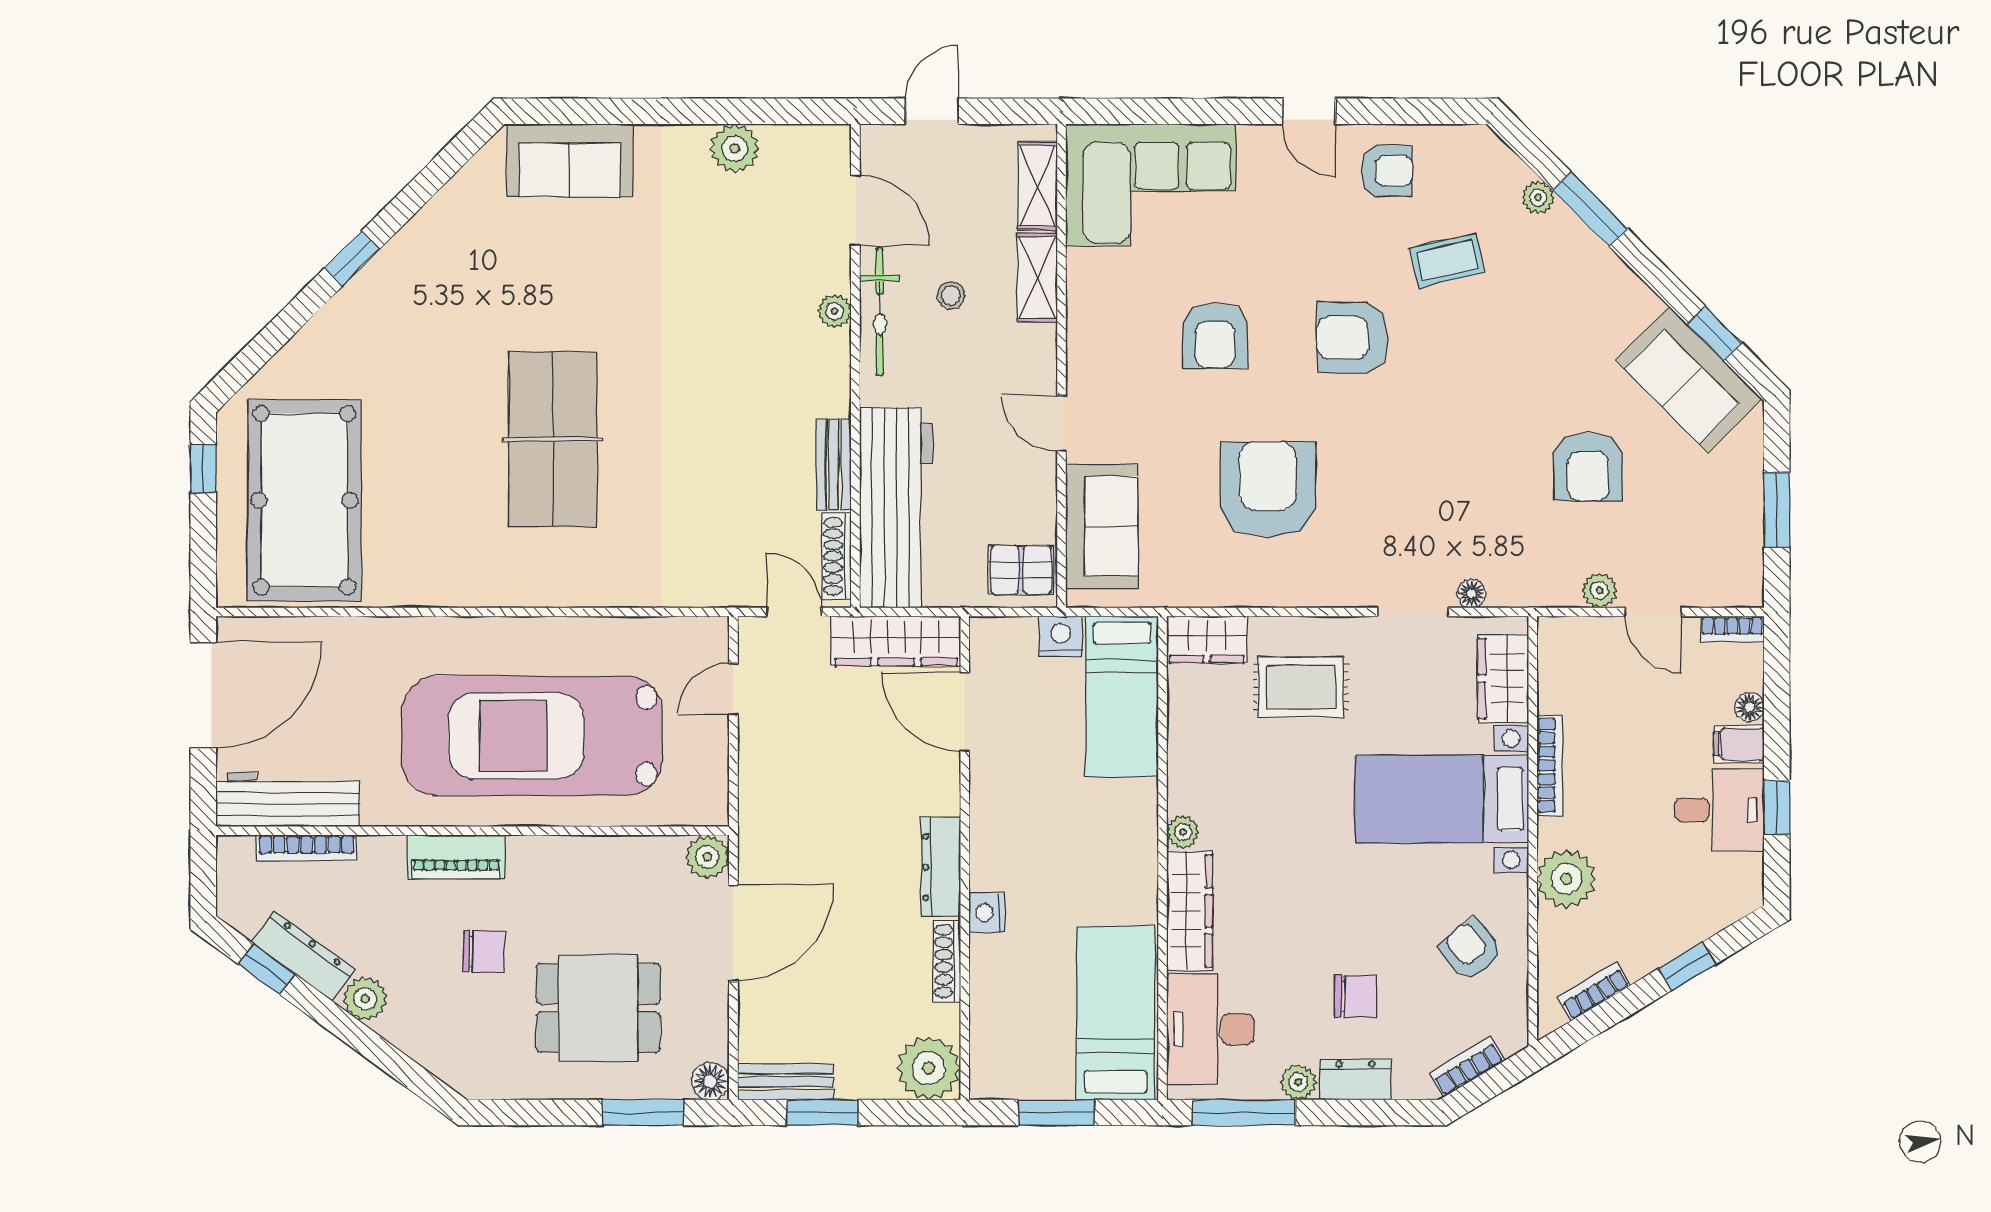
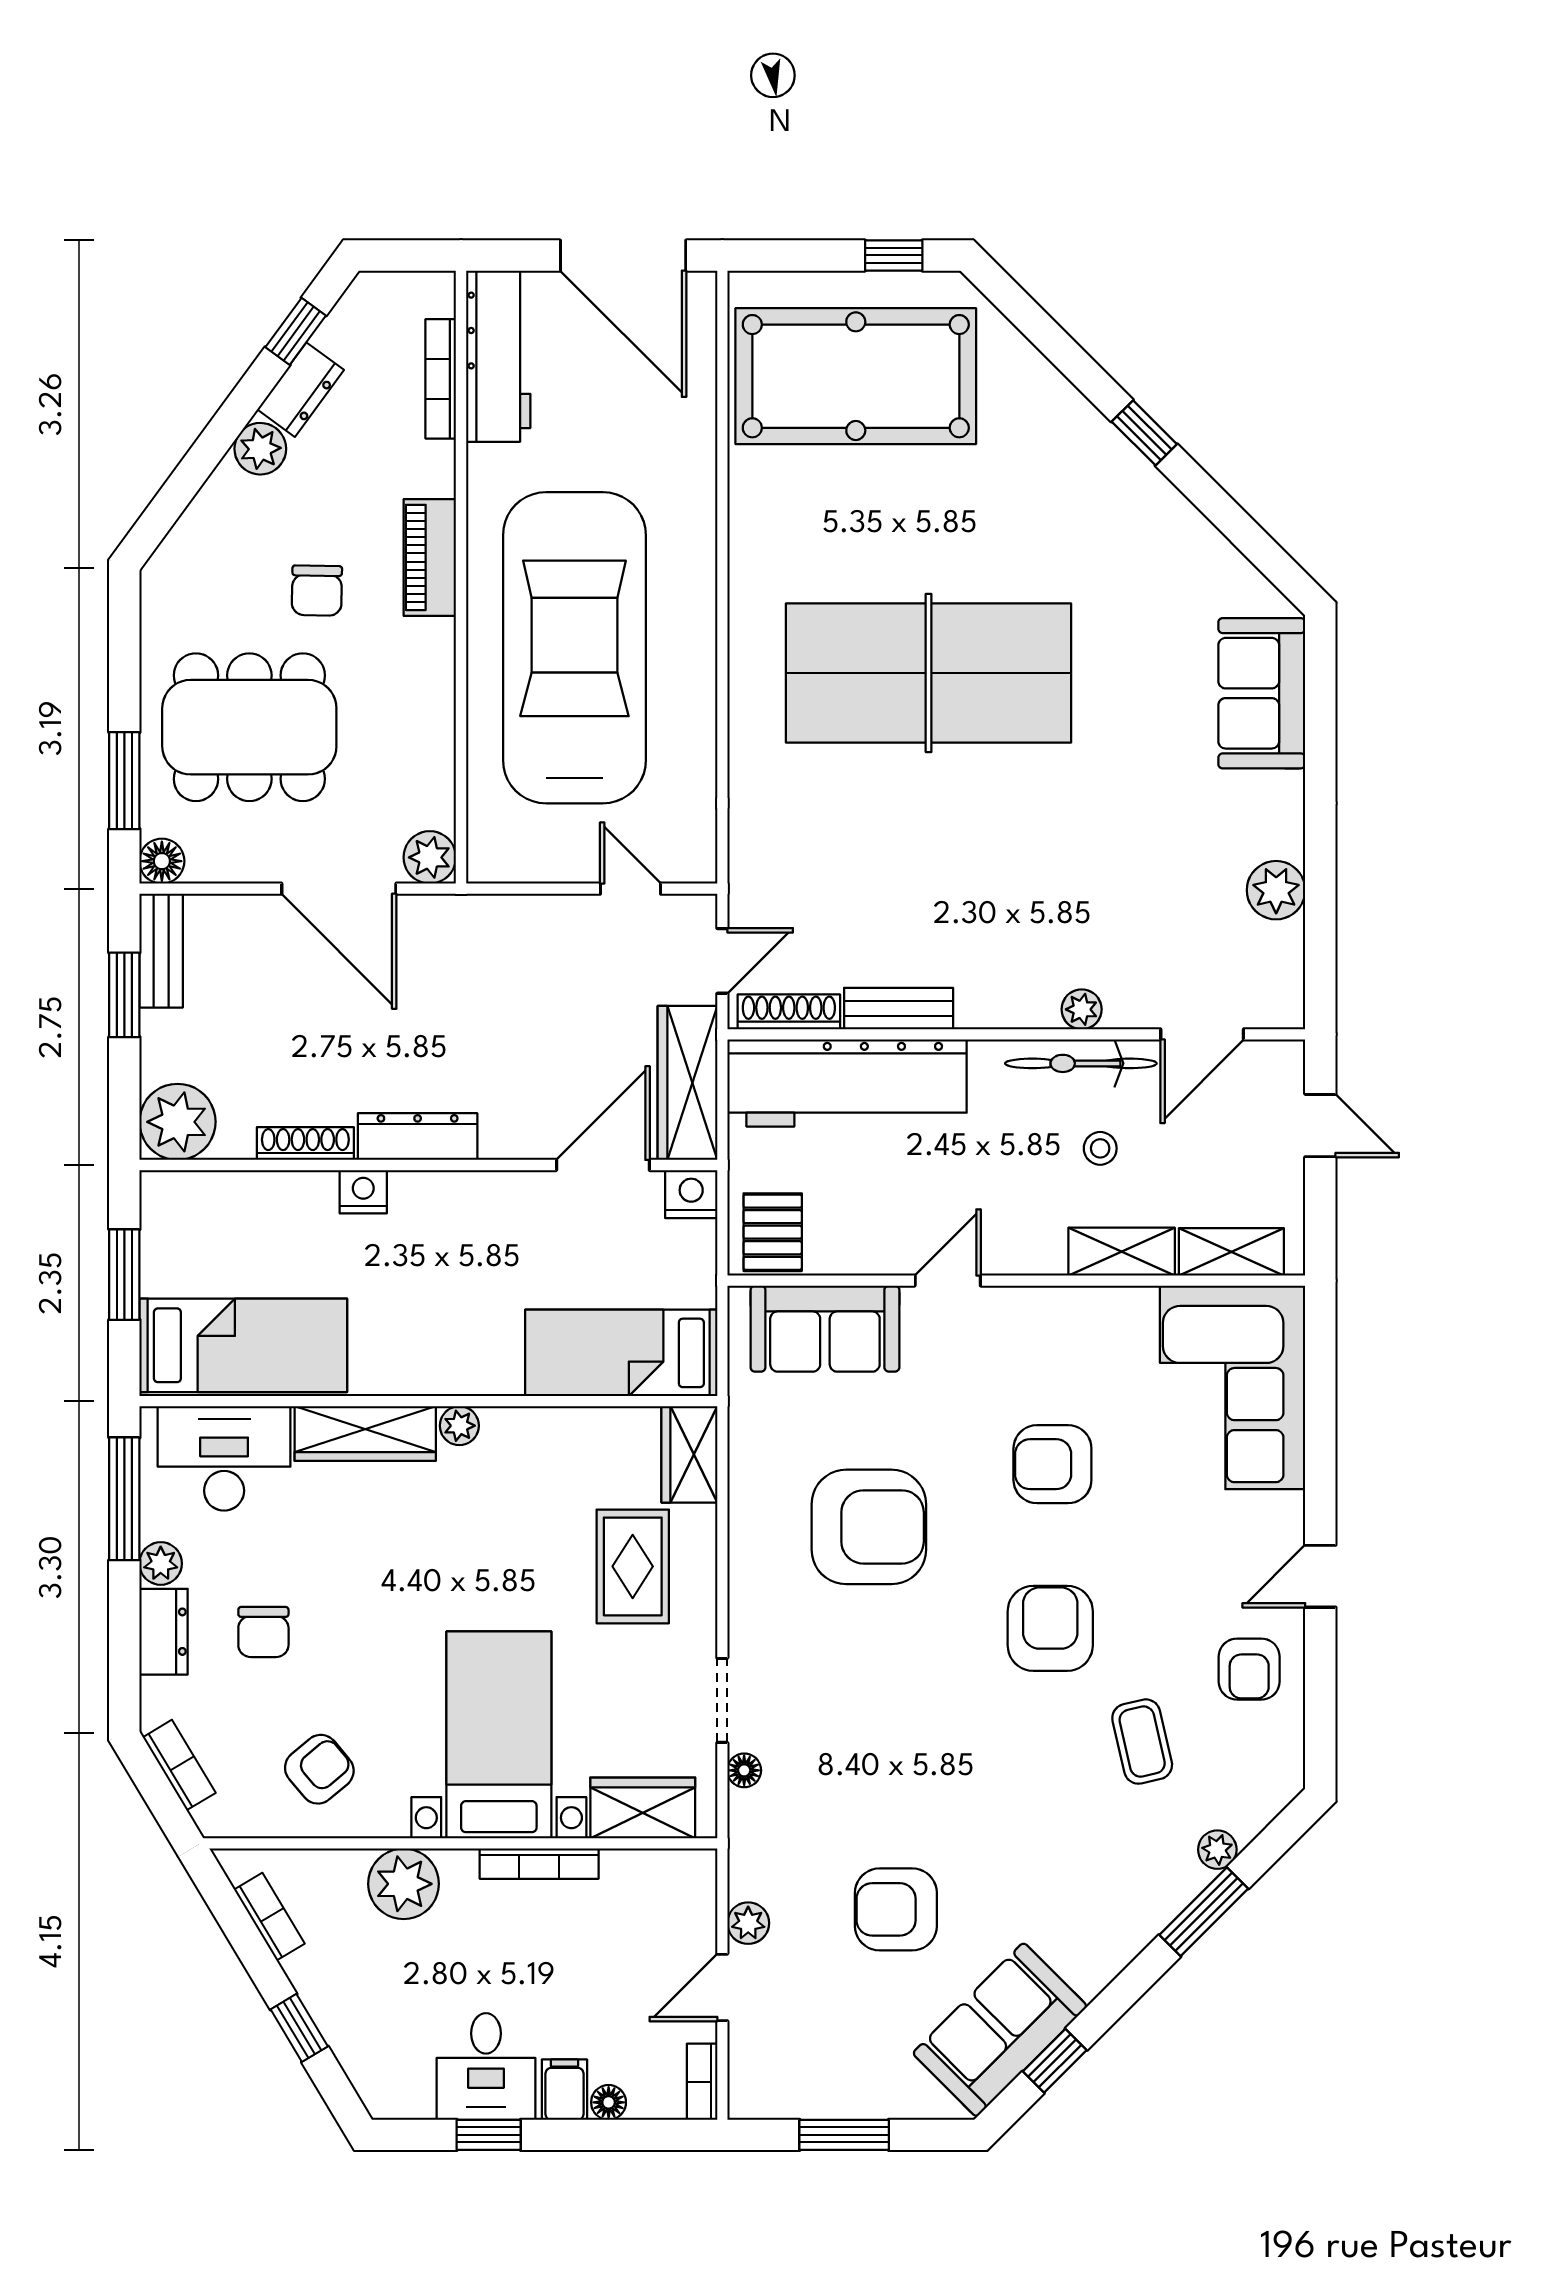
table tennis table: (553, 439) -> (929, 673), width x1.36, depth x1.32
nightstand: (1061, 636) -> (691, 1194), moved, turned -90
dresser: (303, 956) -> (301, 390), width x0.70
dining table: (598, 1008) -> (249, 727), width x1.38

